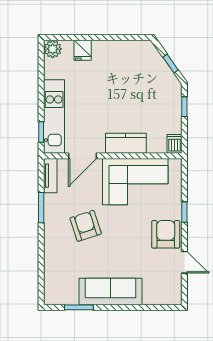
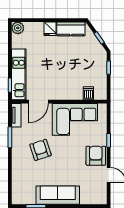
fridge: (83, 50) -> (50, 29), moved
kitchen counter: (126, 143) -> (71, 29), moved, turned 180
dishwasher: (175, 144) -> (88, 93), moved

